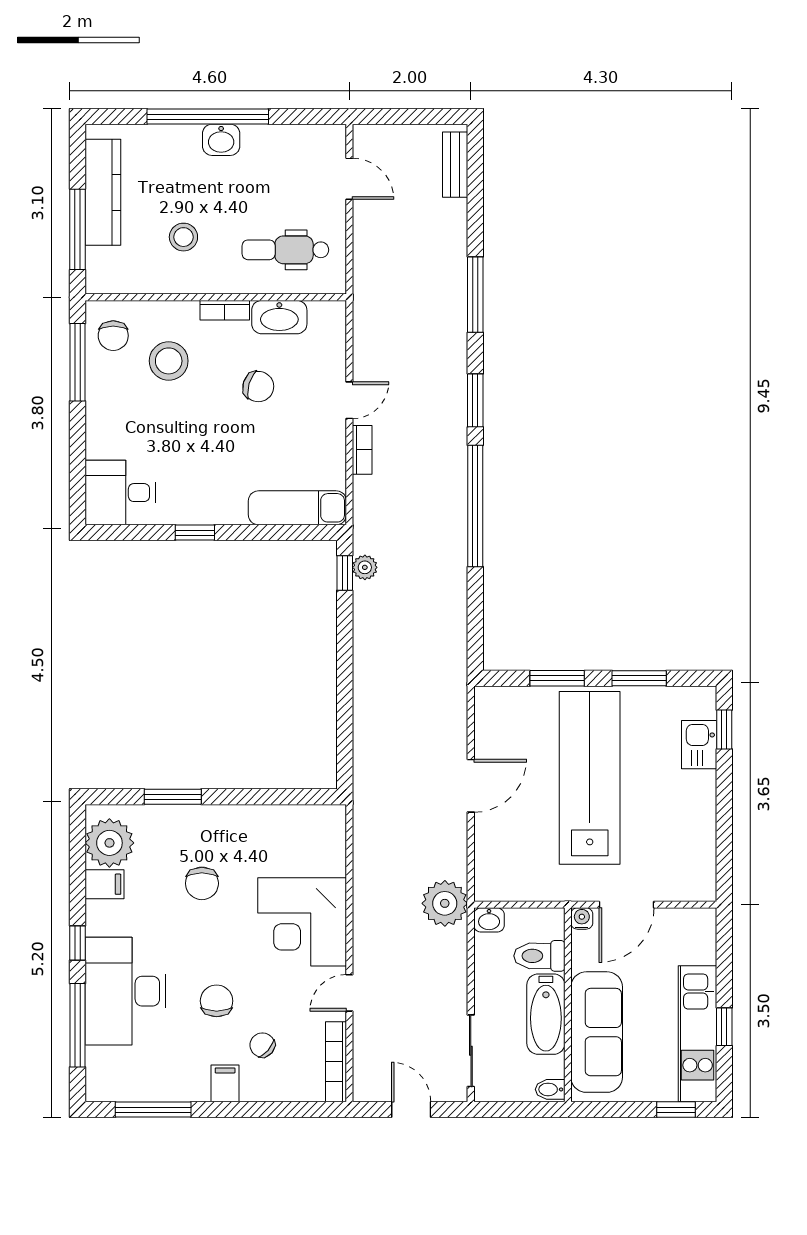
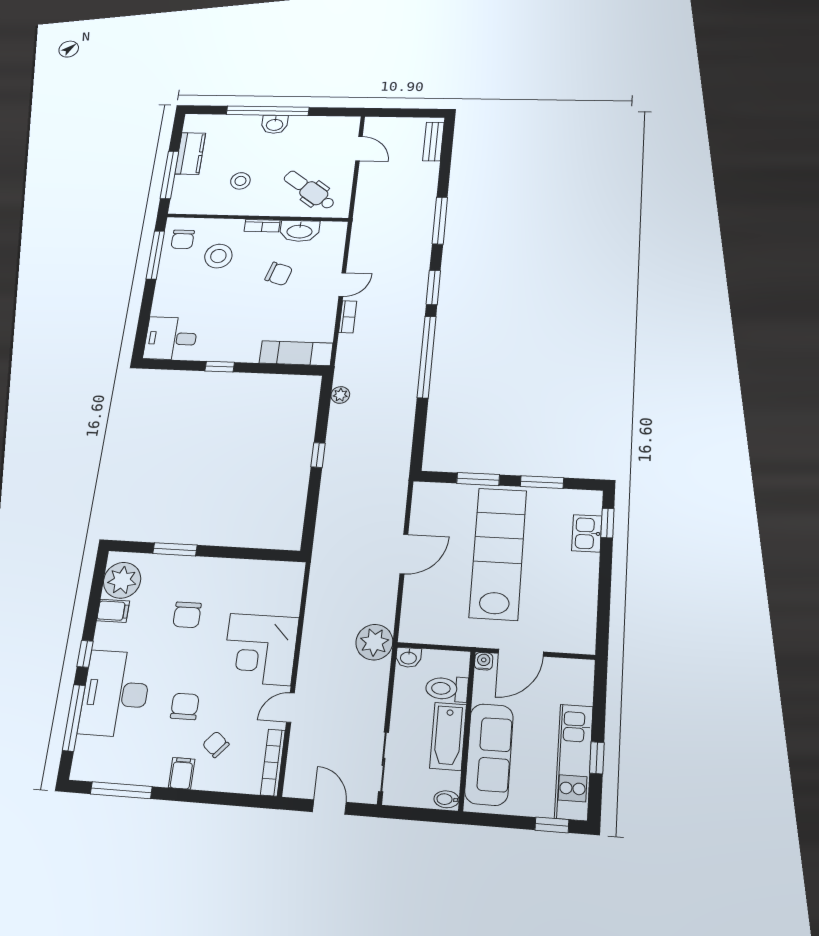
kitchen counter: (103, 192) -> (190, 153), width x0.67
dental chair: (285, 250) -> (309, 190), turned 36
window: (345, 573) -> (318, 455), moved

